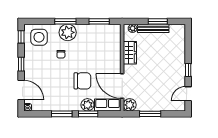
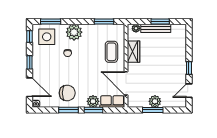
window: (65, 21) -> (51, 22), moved
coffee table: (107, 53) -> (111, 52), added
chair: (82, 81) -> (67, 93), moved
plant: (130, 105) -> (155, 101), moved

